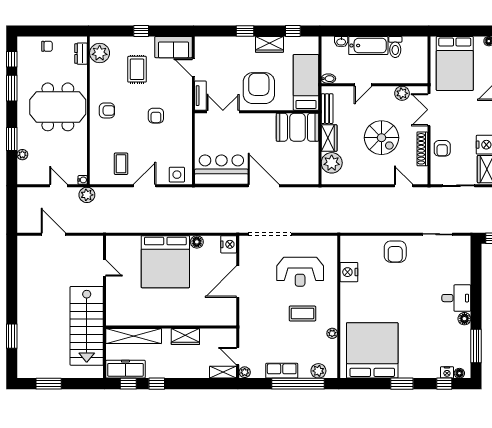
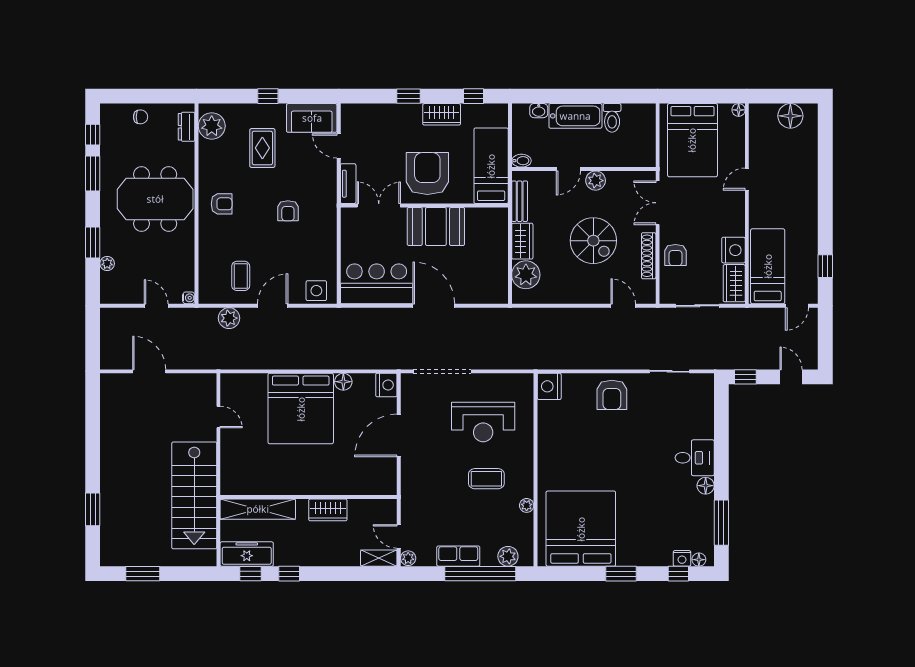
plant: (402, 93) -> (596, 181), moved
booth: (297, 127) -> (436, 226), moved
plant: (87, 195) -> (229, 318), moved
nightstand: (349, 272) -> (549, 386), moved

